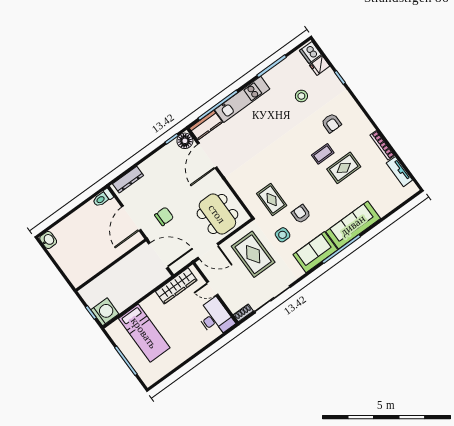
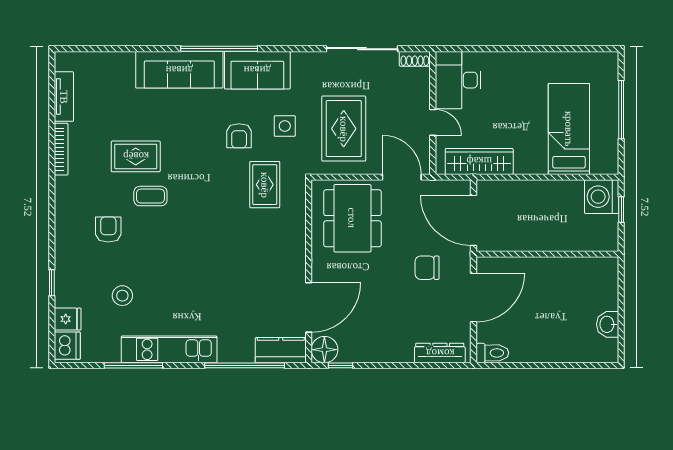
kitchen unit: (242, 99) -> (169, 349), moved
washbasin: (48, 240) -> (608, 324), moved

